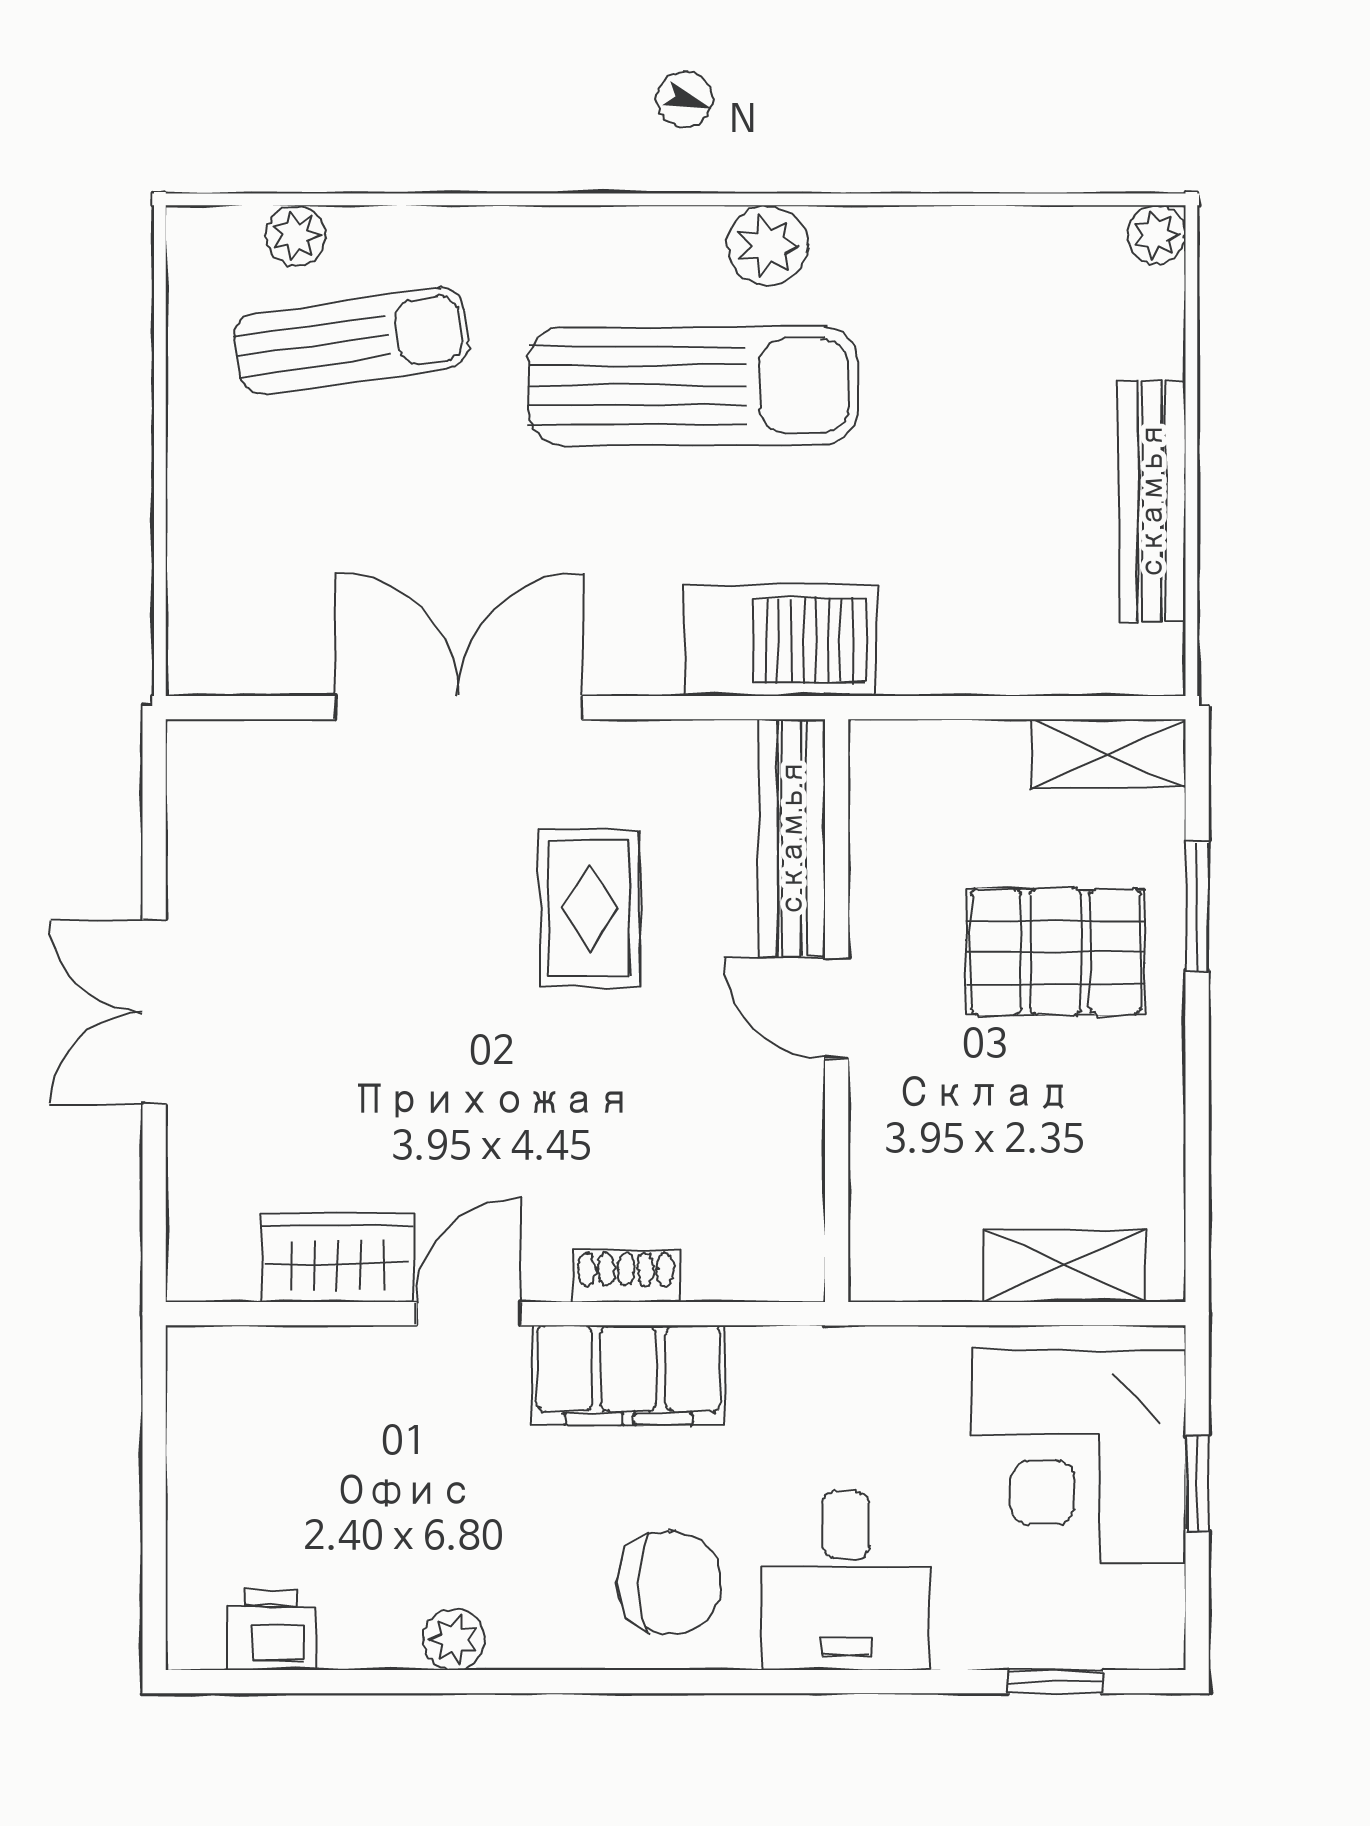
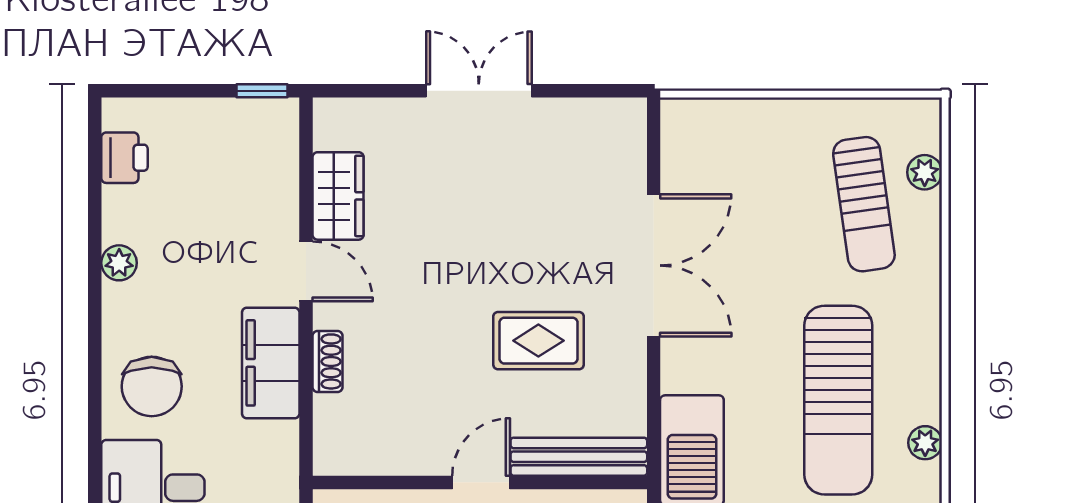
plant: (768, 245) -> (925, 443), width x0.73, depth x0.73
window: (154, 1390) -> (262, 91), added

